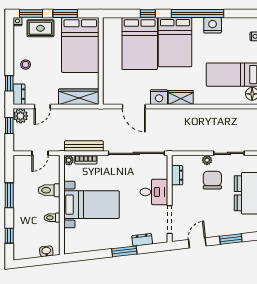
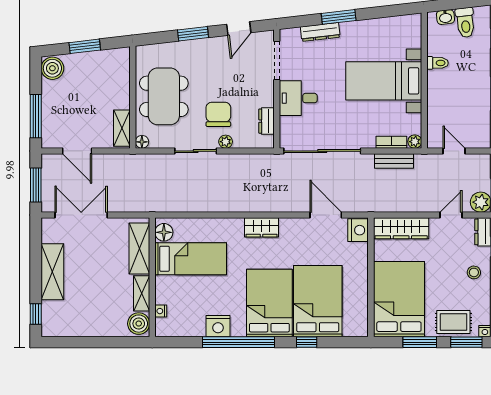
nightstand: (159, 97) -> (358, 230), moved, turned 90
bench: (84, 146) -> (394, 161), width x0.73
door: (40, 153) -> (454, 151), hinge flipped
chair: (212, 180) -> (218, 114), turned 180
toilet: (49, 190) -> (465, 23), moved, turned 83
dresser: (142, 240) -> (320, 32), width x1.44

